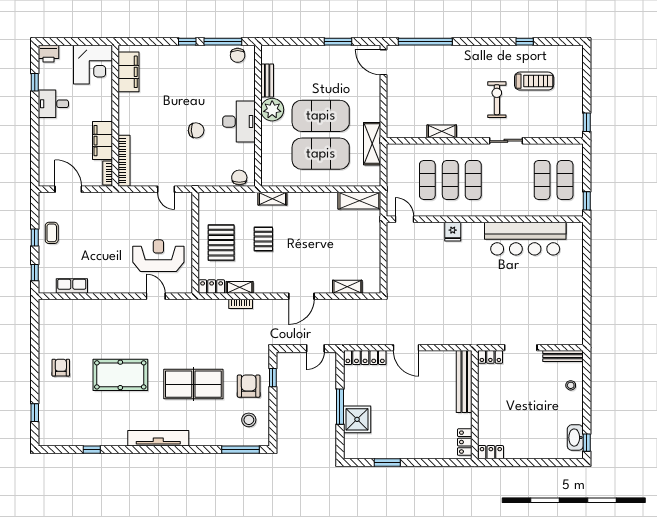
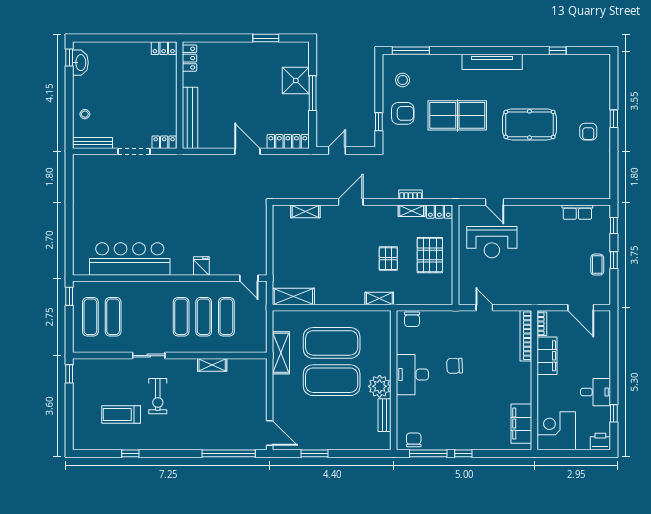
armchair: (249, 386) -> (403, 113), turned -90
window: (35, 413) -> (614, 119), moved

